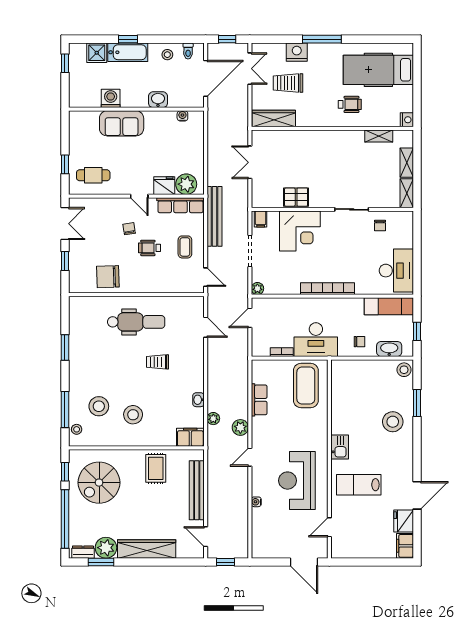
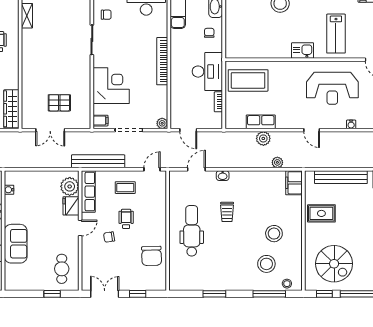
pallet: (296, 197) -> (59, 103), moved, turned 90
wheelchair: (150, 248) -> (126, 219), turned 180
washbasin: (198, 400) -> (223, 176), moved
plant: (240, 427) -> (263, 138), moved

